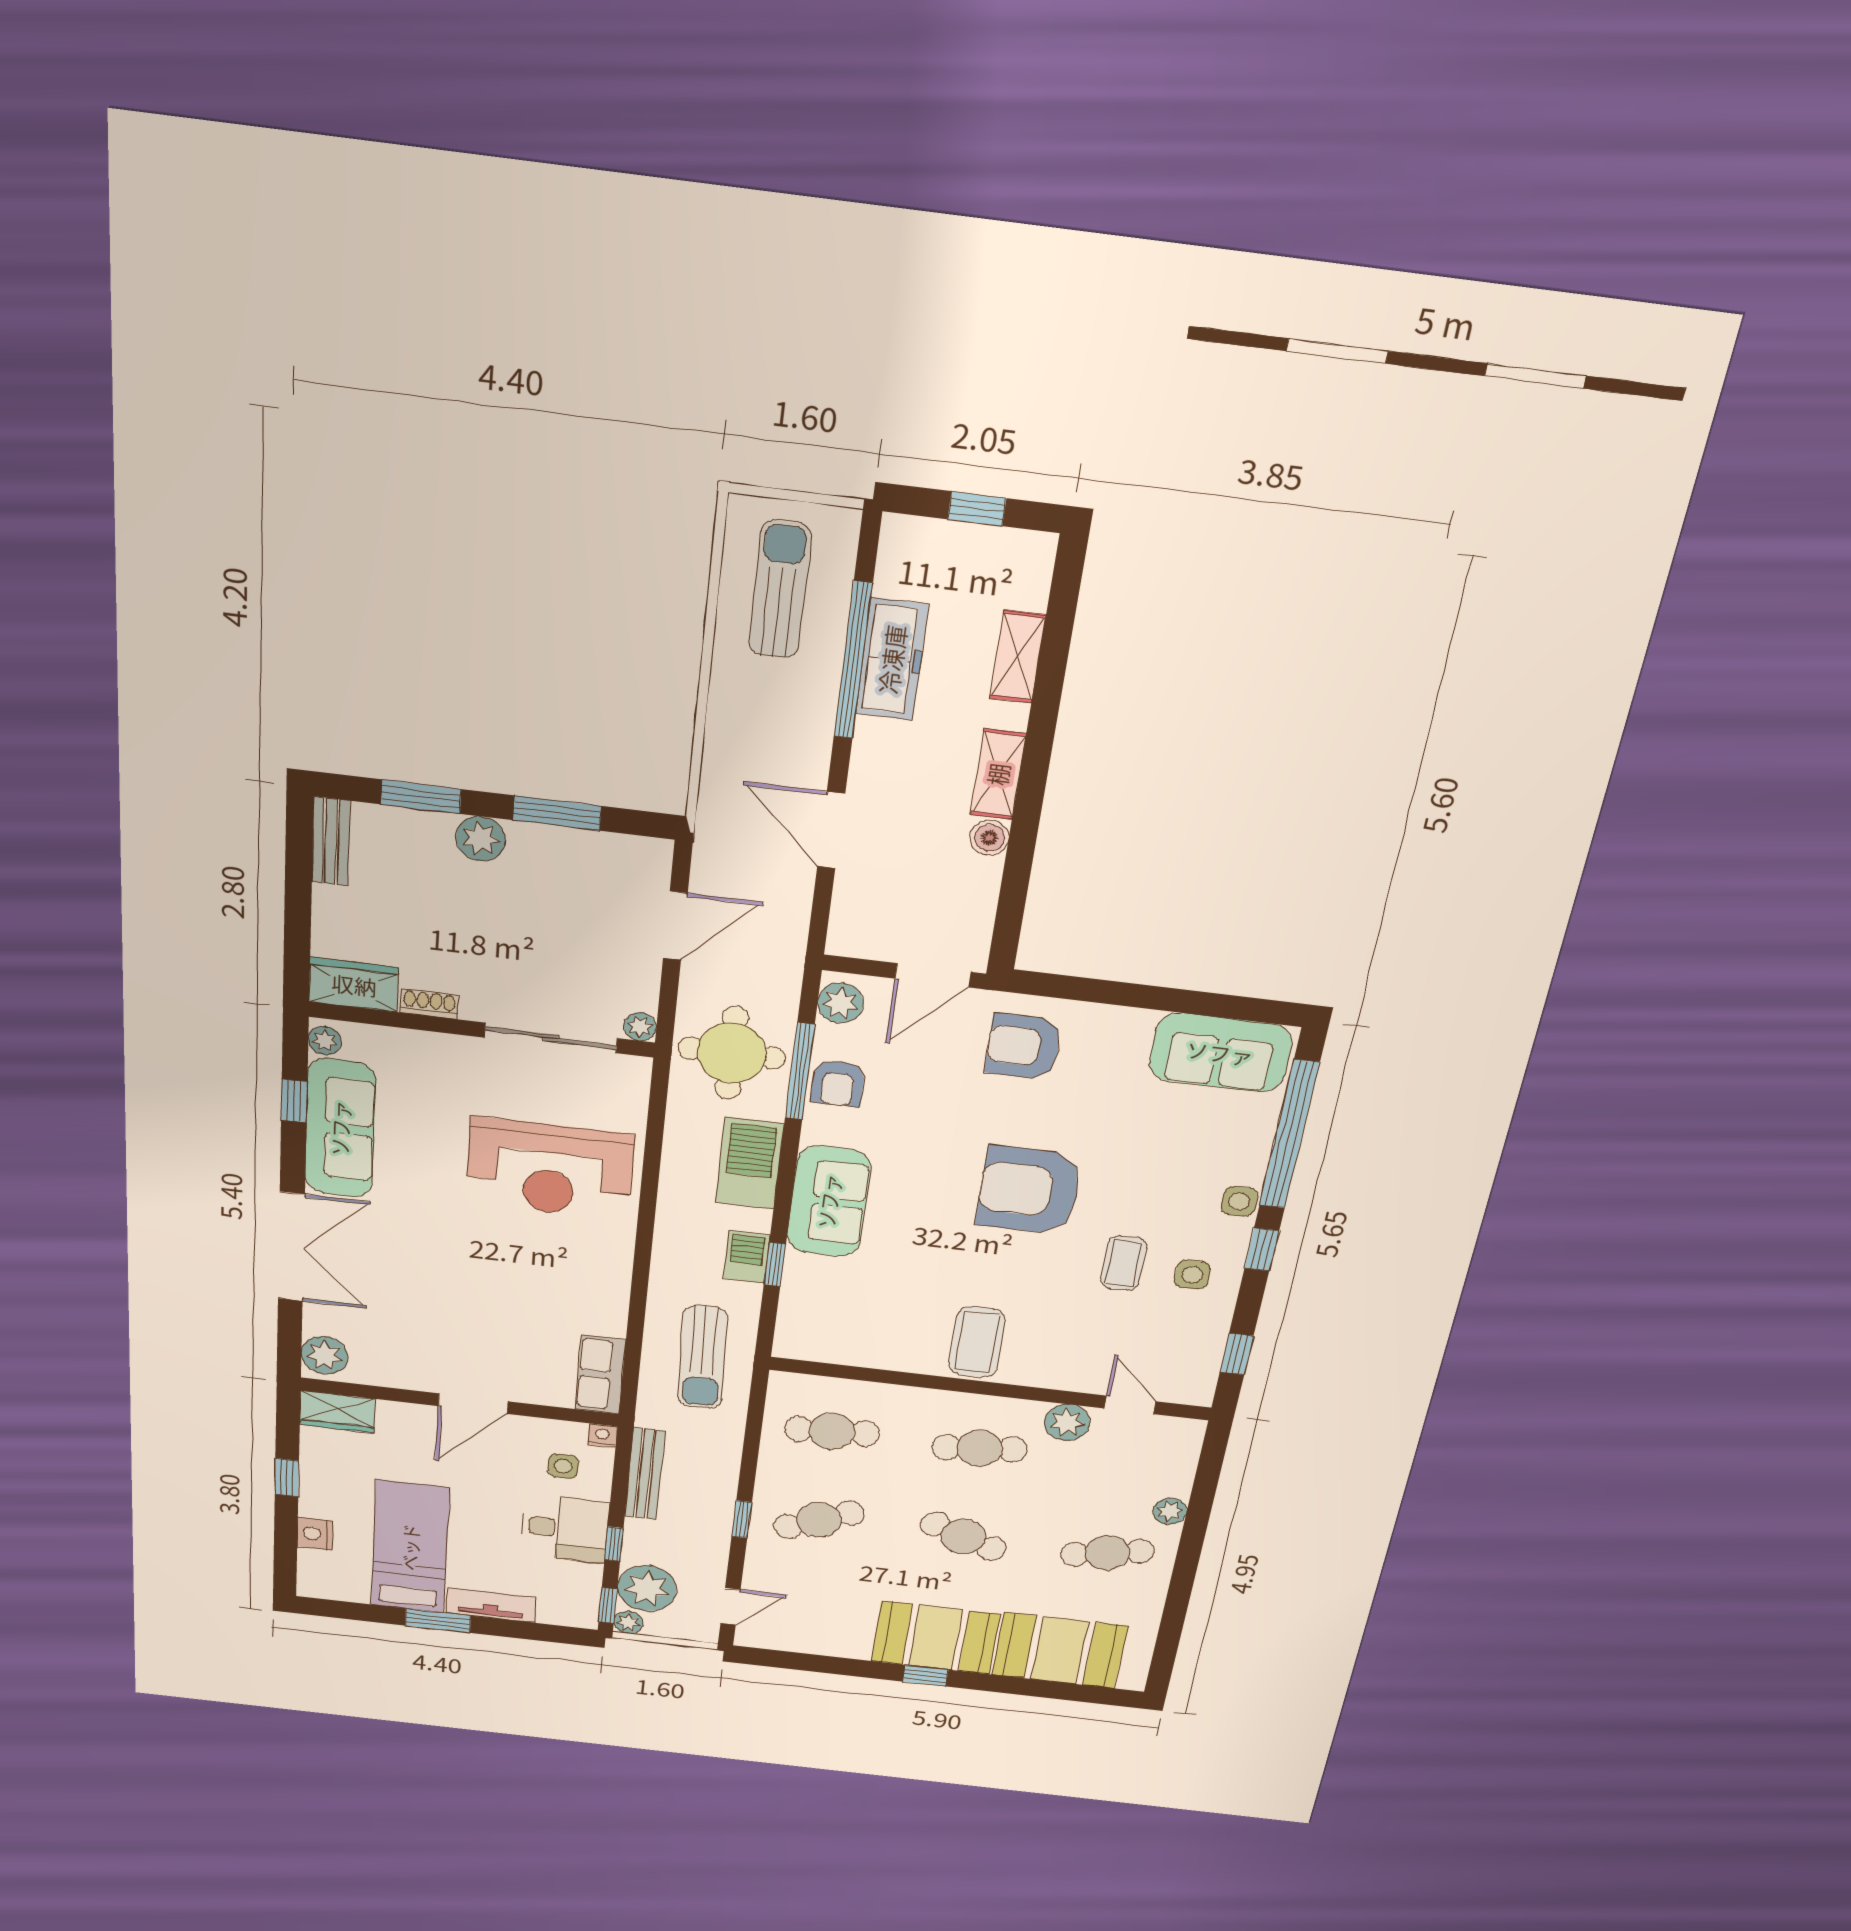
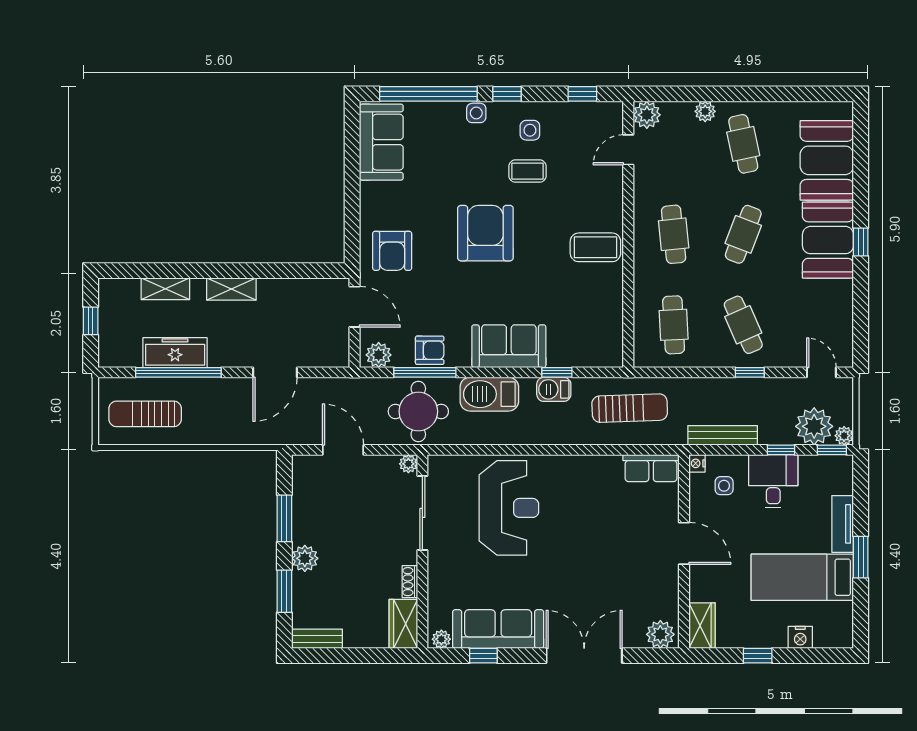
boiler: (989, 838) -> (268, 288), removed
armchair: (1029, 1190) -> (485, 233), turned 180
plant: (1067, 1423) -> (647, 115), moved

